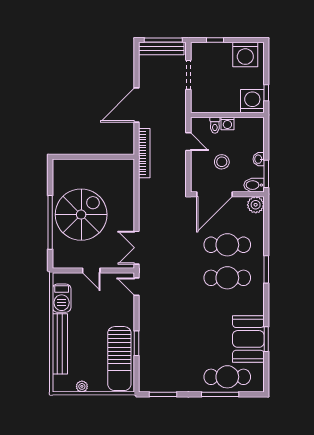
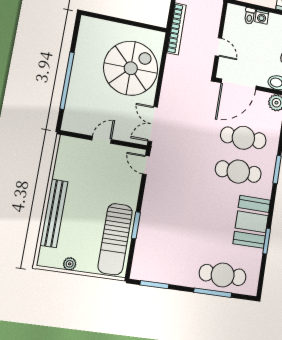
door: (188, 142) -> (218, 47), moved
stool: (222, 162) -> (251, 53), removed
spiral stairs: (81, 215) -> (131, 68), moved
door: (91, 271) -> (102, 140), swing flipped
barbecue: (62, 298) -> (65, 164), removed
booth: (248, 339) -> (252, 222), moved

